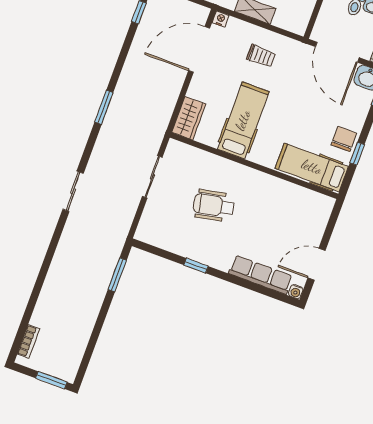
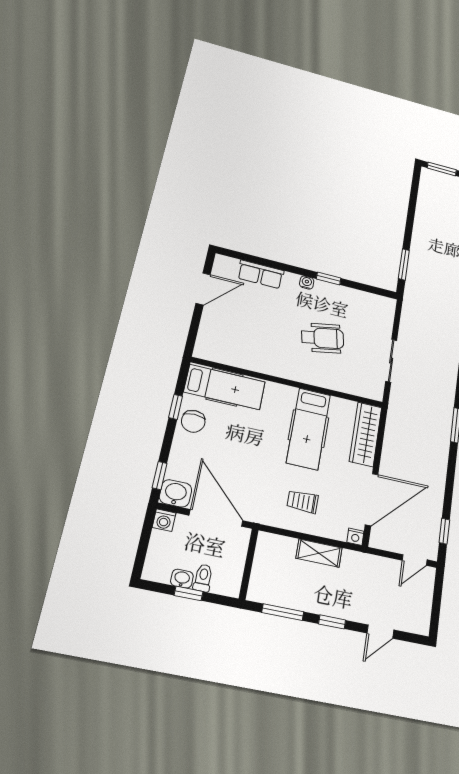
wardrobe: (189, 118) -> (366, 434), width x1.50
row of seats: (261, 275) -> (261, 274), width x0.68
water cooler: (296, 292) -> (307, 283), moved

